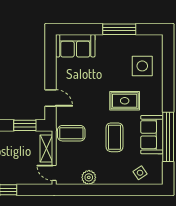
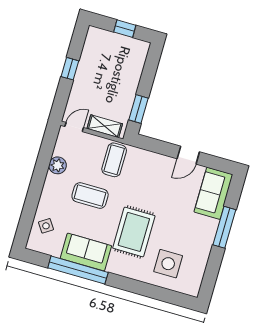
window: (119, 29) -> (224, 227), moved
door: (50, 98) -> (188, 155), moved
rug: (125, 101) -> (134, 232), width x1.36, depth x1.43
coffee table: (114, 137) -> (90, 196), moved

